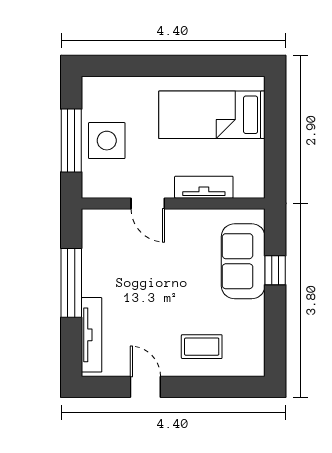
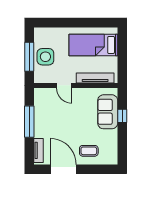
tv unit: (204, 187) -> (95, 78), width x1.41
tv unit: (92, 335) -> (39, 150), width x0.71
door: (145, 387) -> (63, 169), width x1.88

